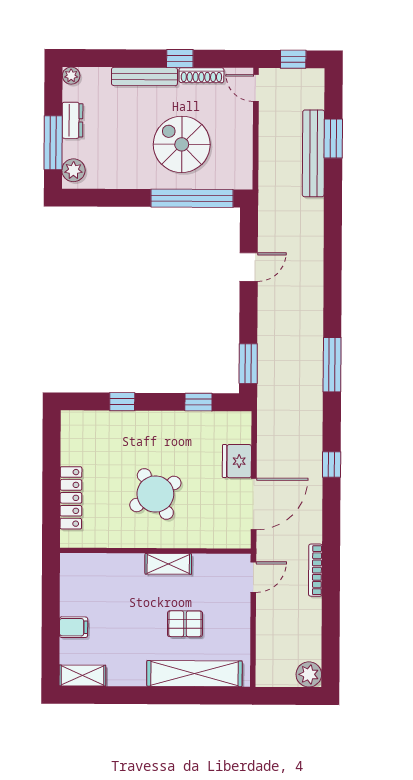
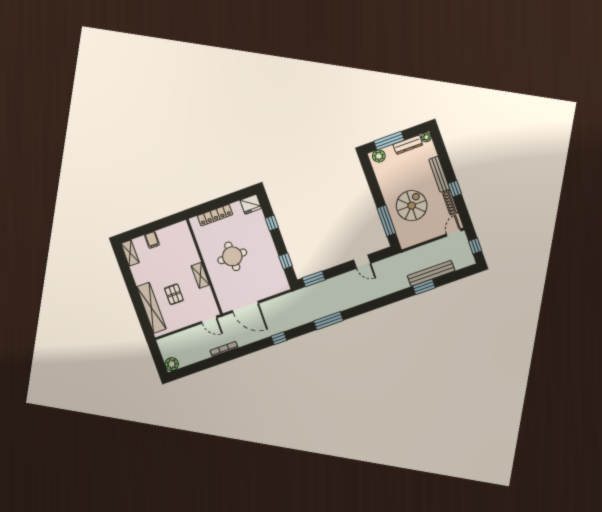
dresser: (72, 120) -> (408, 145), width x1.44
window: (333, 139) -> (424, 287), moved
window: (192, 198) -> (386, 221), width x0.68
fridge: (237, 461) -> (251, 204), moved, turned 180
round table: (155, 494) -> (232, 256), turned 31

